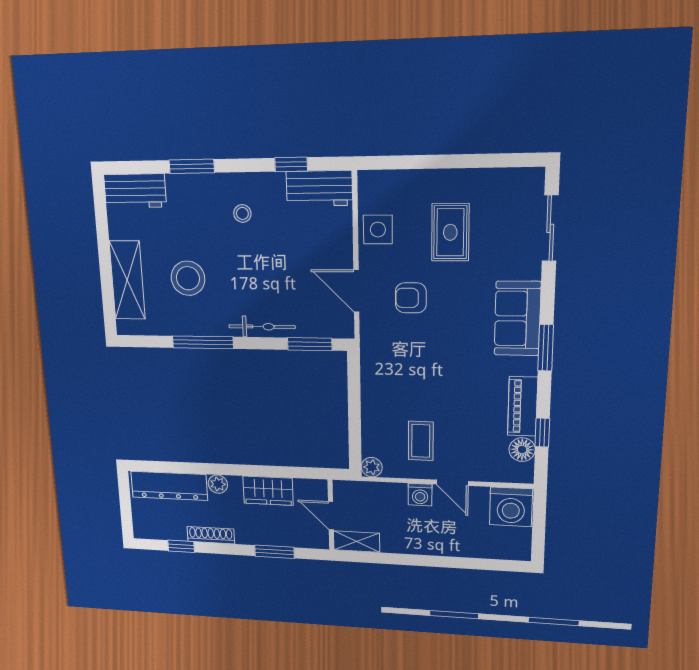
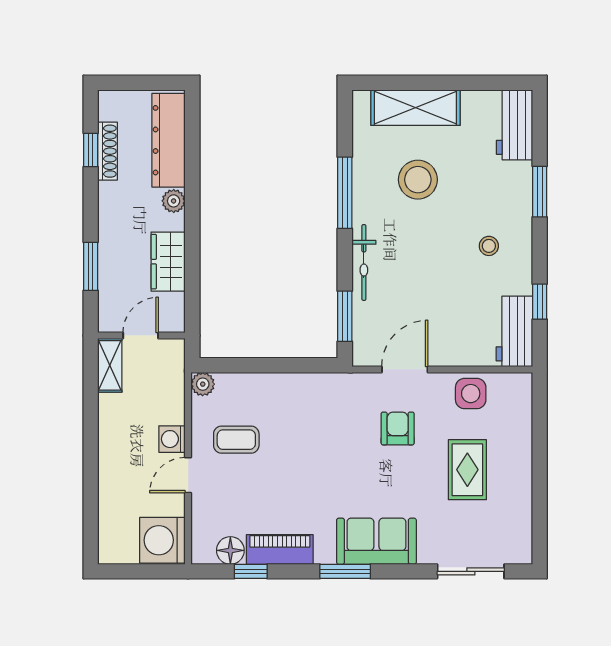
rug: (450, 232) -> (467, 470), turned 90
shoe rack: (211, 535) -> (108, 151), moved

